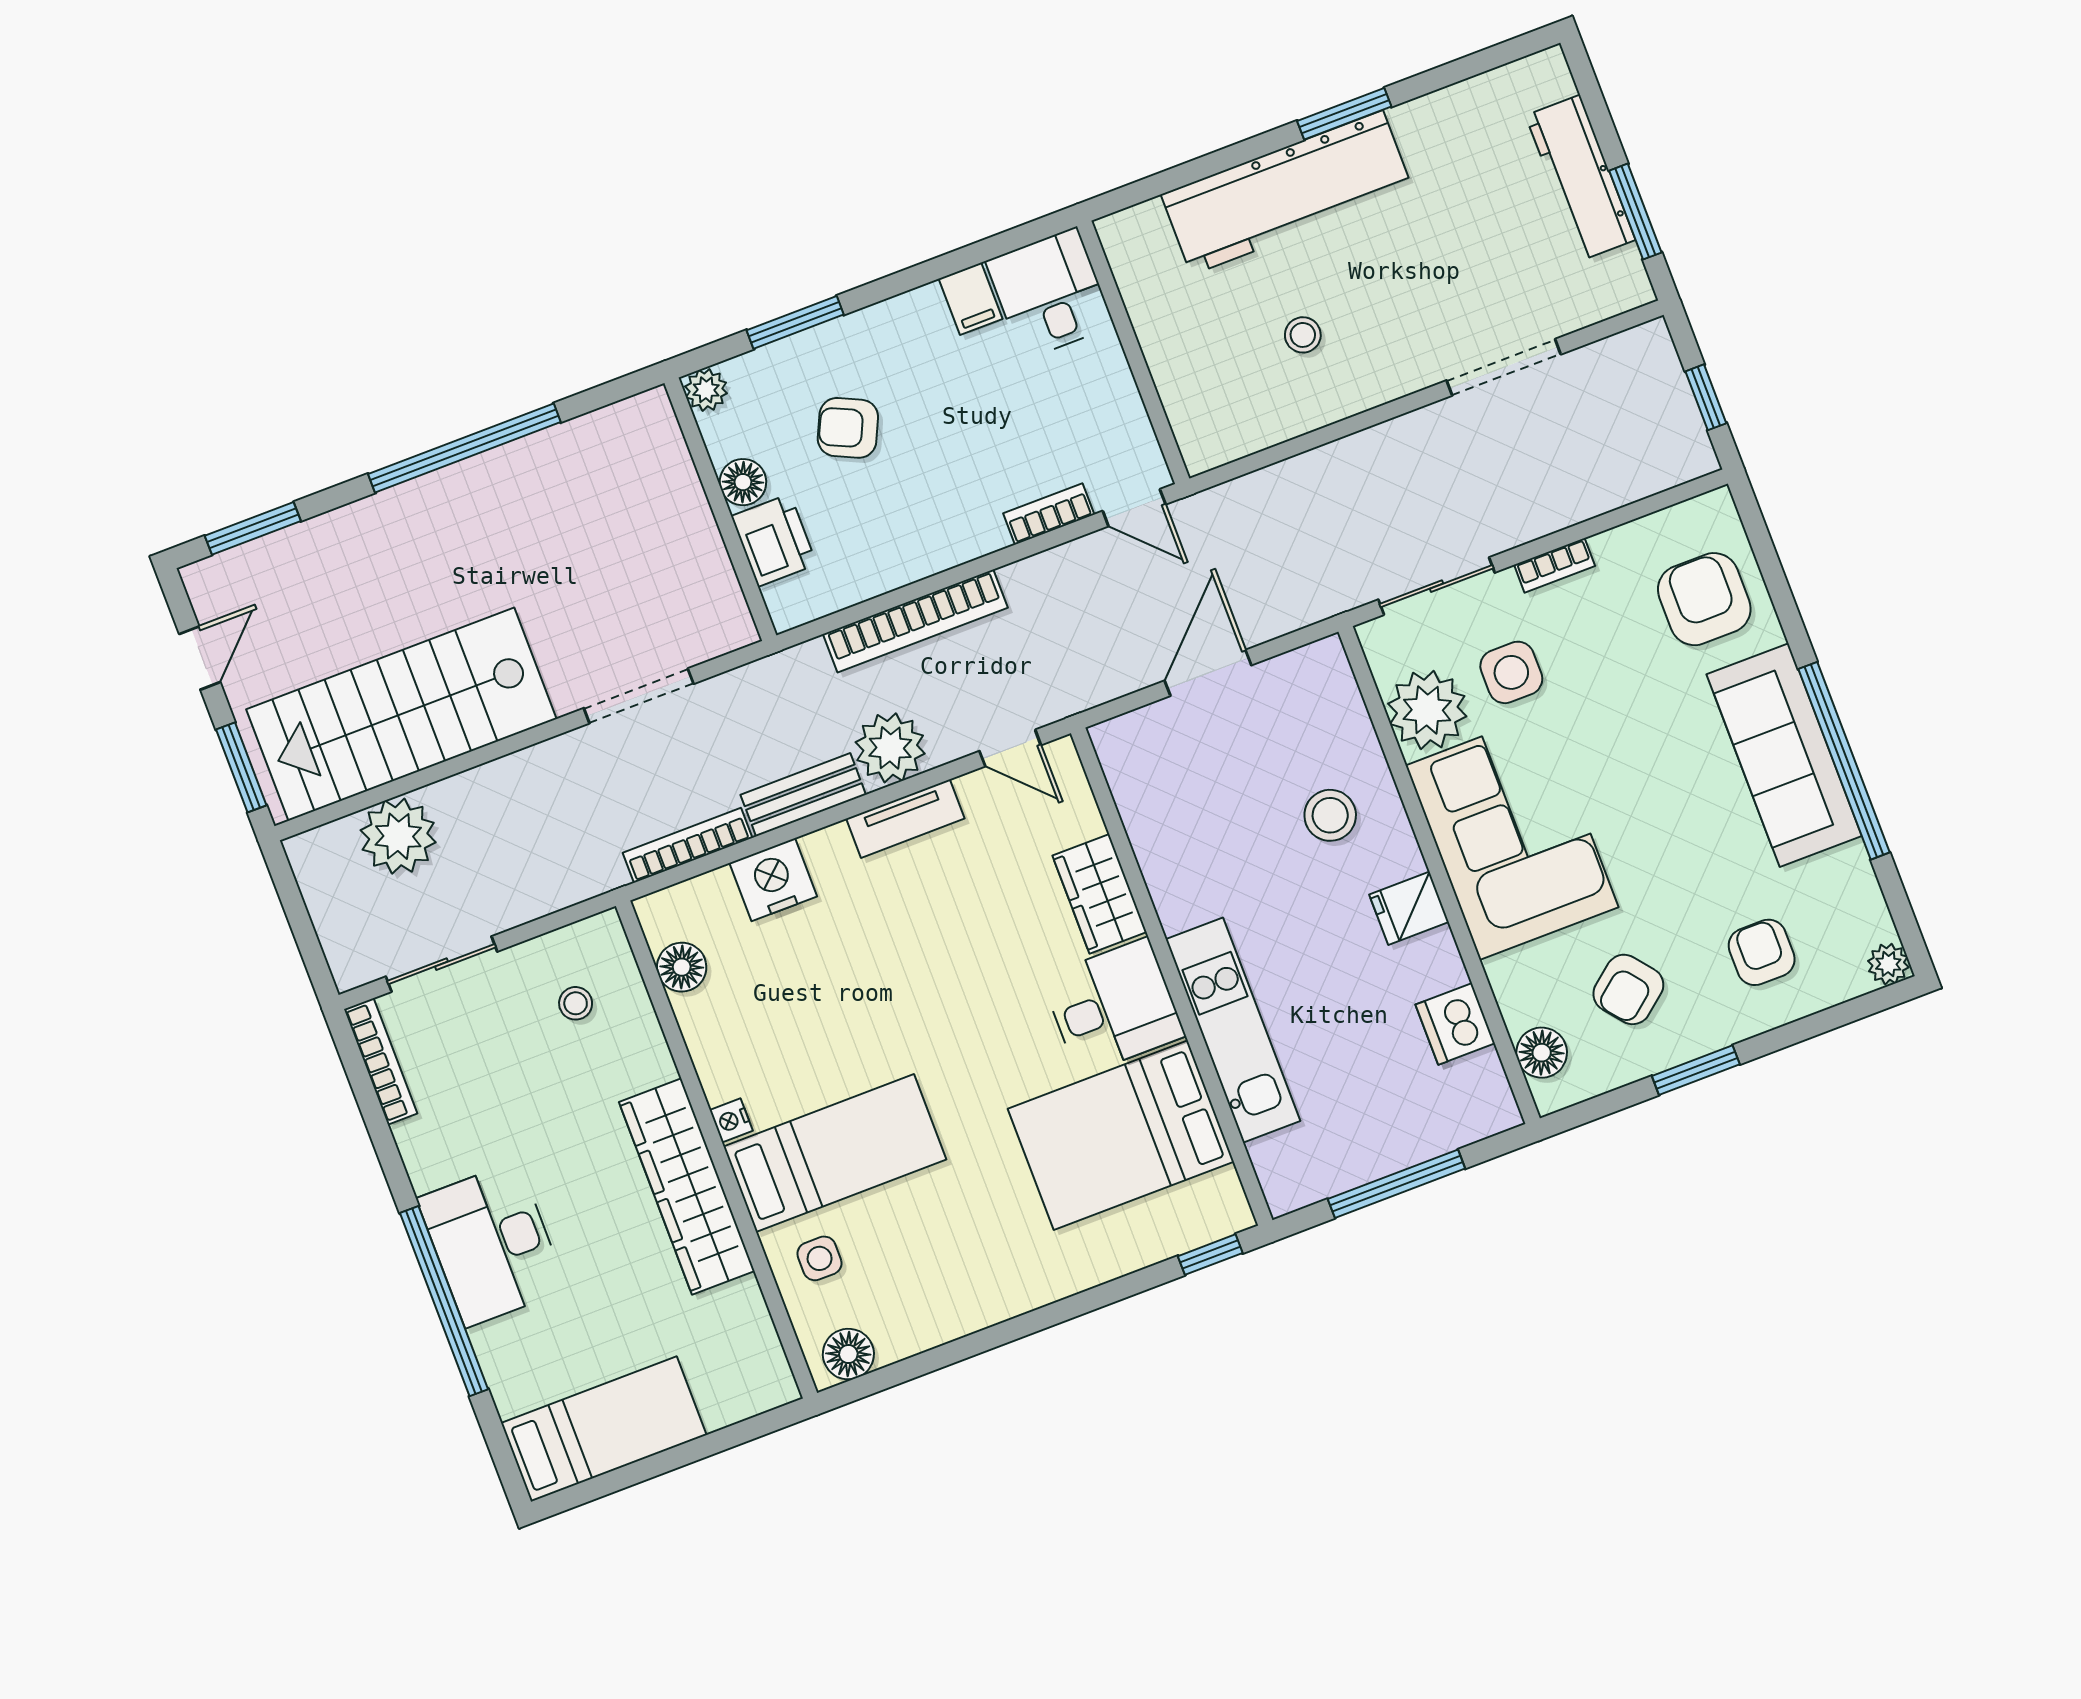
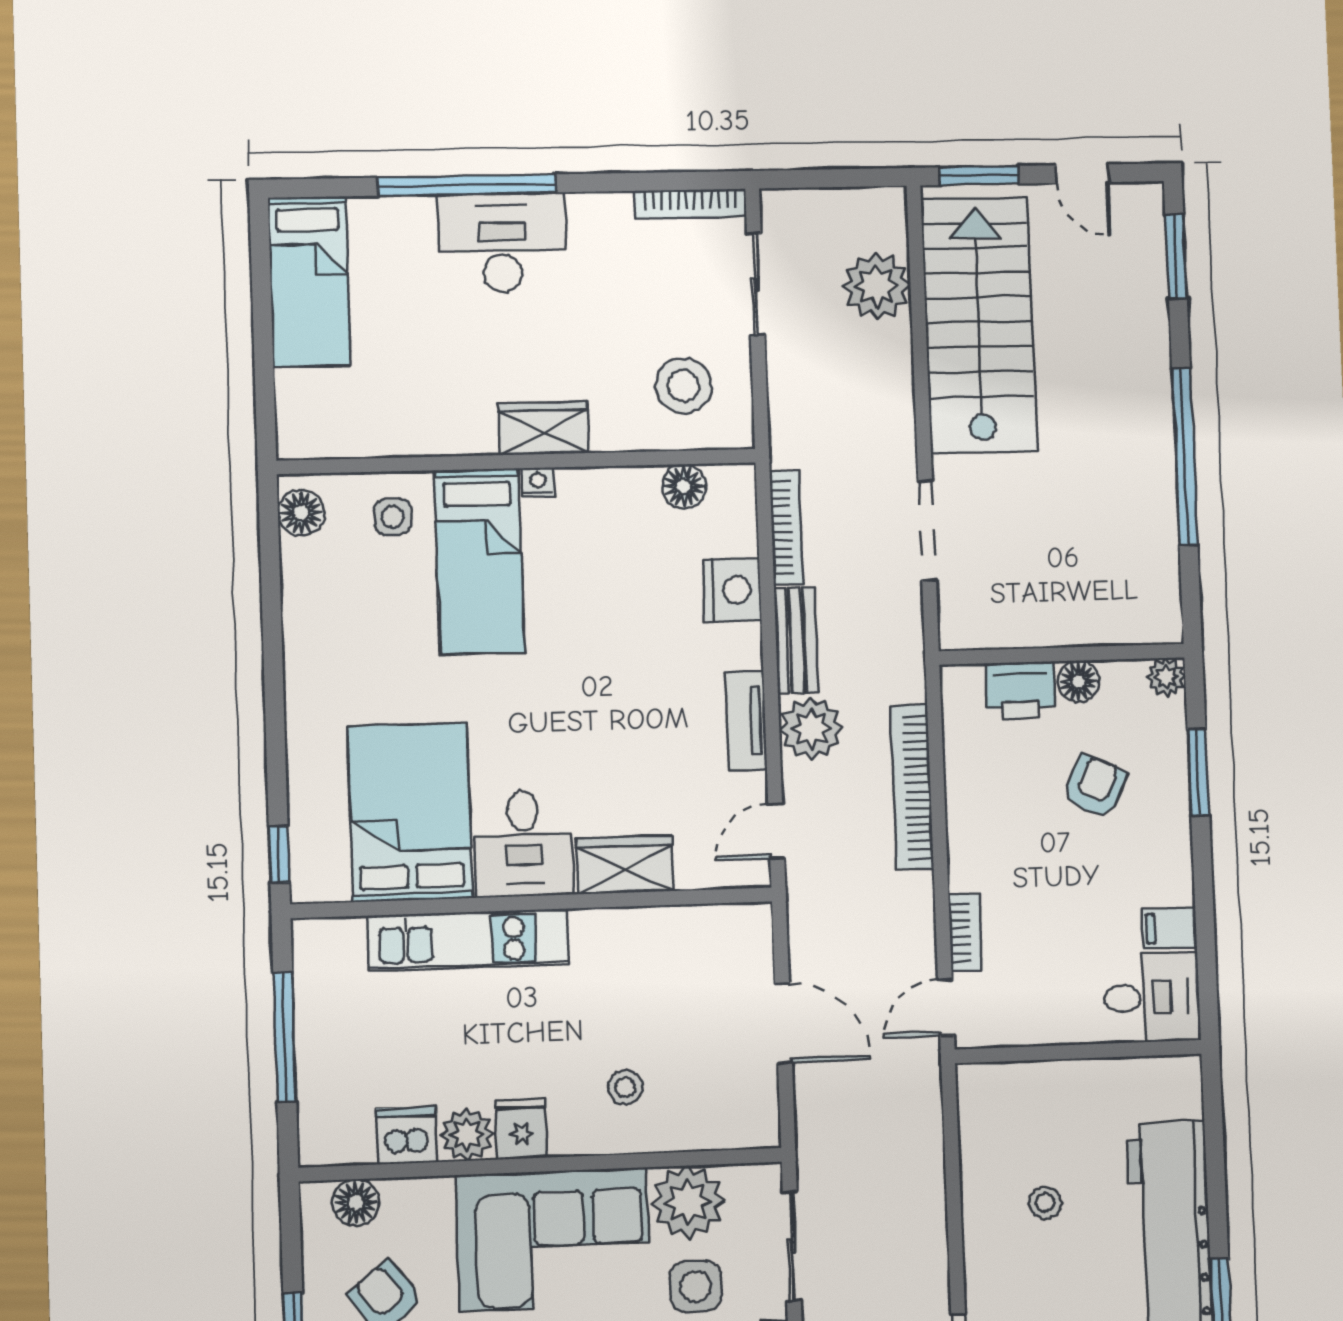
stool: (1330, 815) -> (625, 1087), width x0.73, depth x0.73
plant: (1434, 963) -> (467, 1135), added
stool: (576, 1003) -> (684, 386), width x1.89, depth x1.89
wardrobe: (687, 1186) -> (543, 428), width x0.48, depth x0.85

